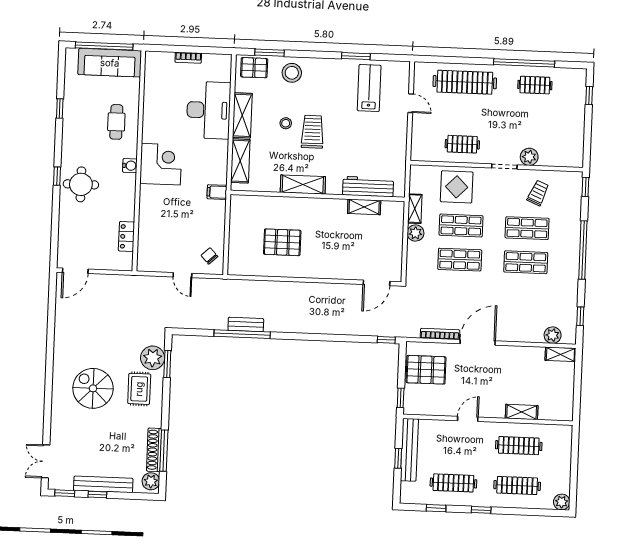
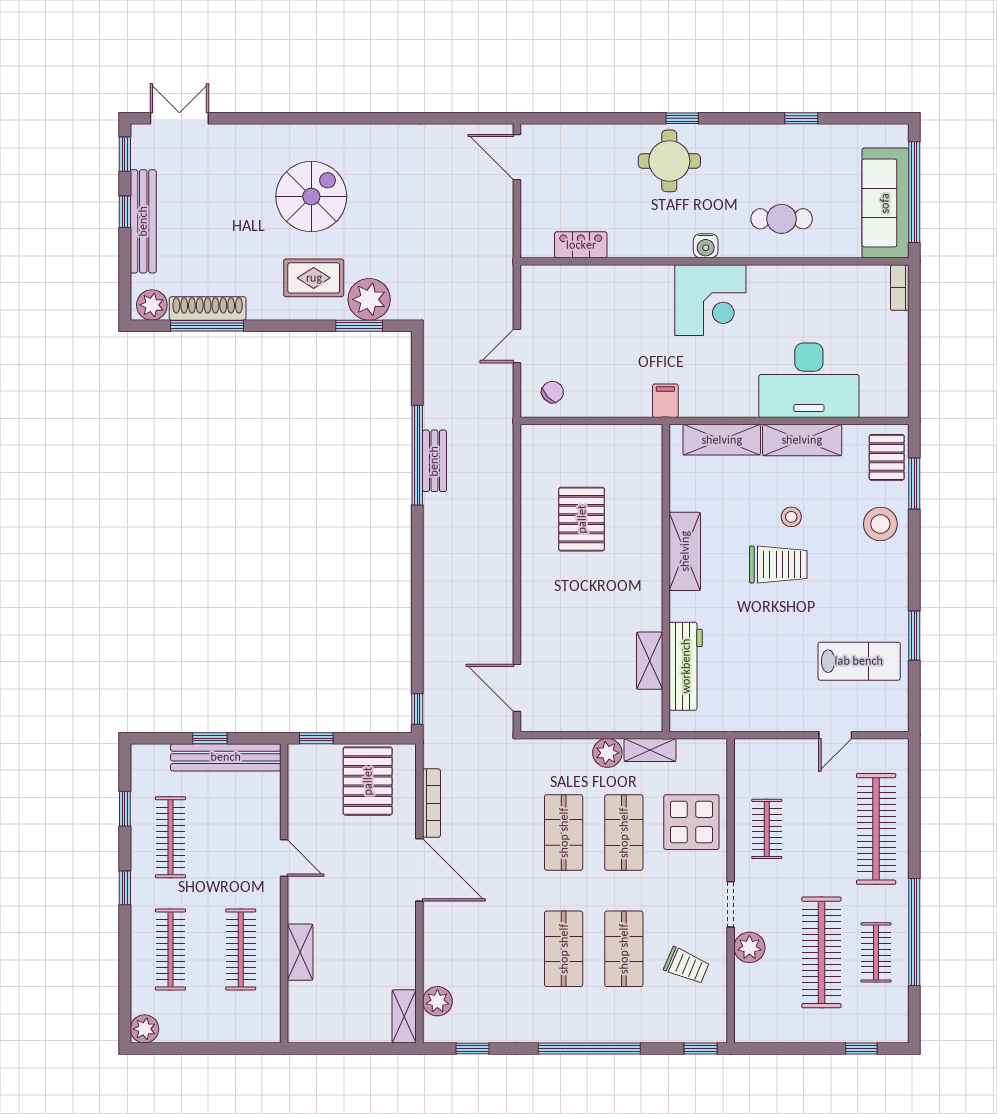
bookcase: (188, 58) -> (900, 287), moved
clothes rail: (534, 116) -> (821, 952), added

